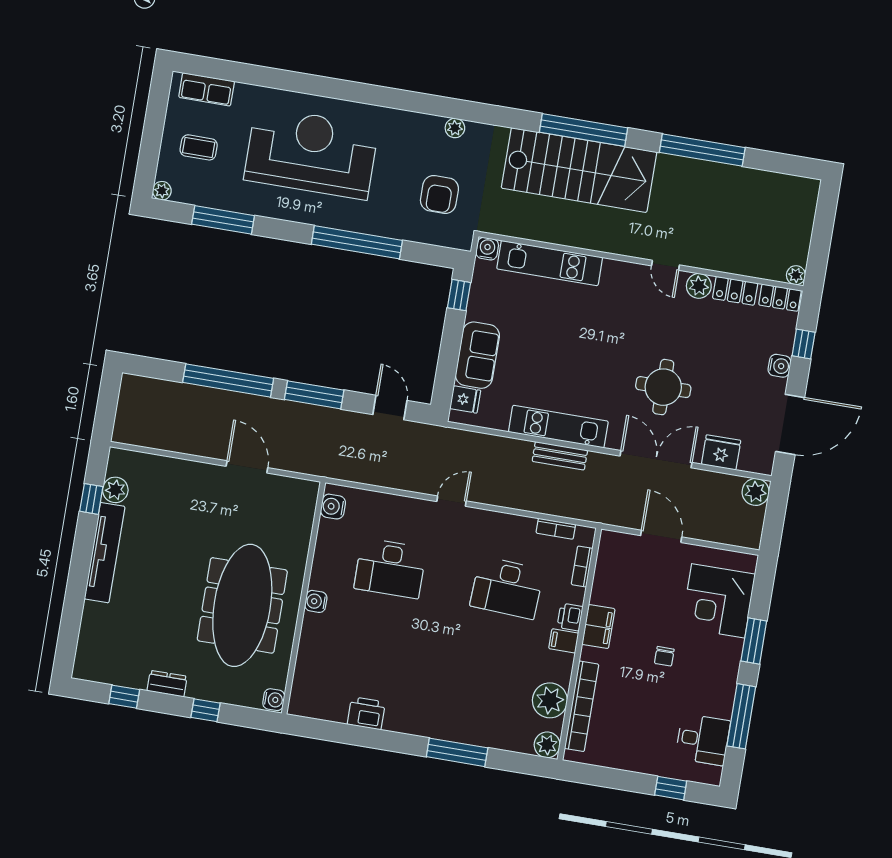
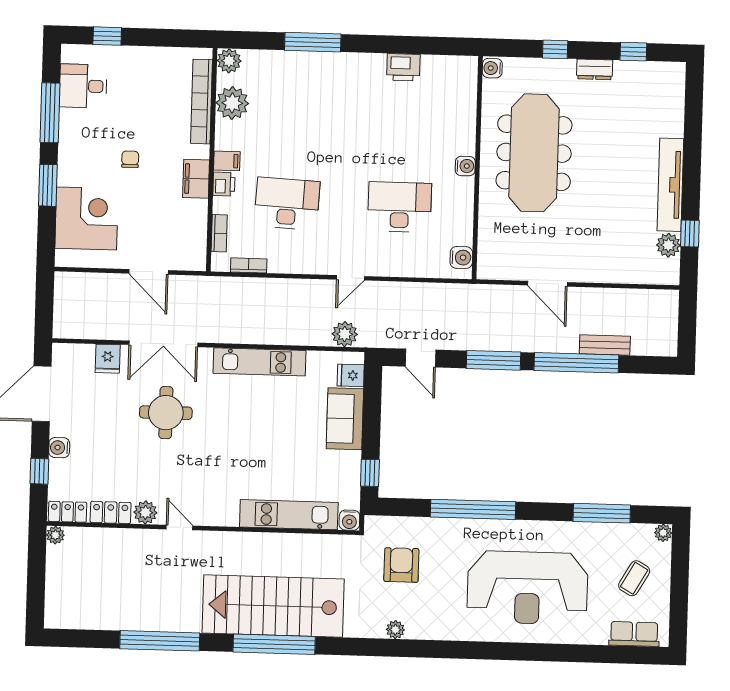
coffee table: (199, 147) -> (634, 578), turned -60
fridge: (721, 452) -> (108, 359), width x0.72
bench: (560, 456) -> (605, 345), moved
plant: (756, 492) -> (345, 334), moved

